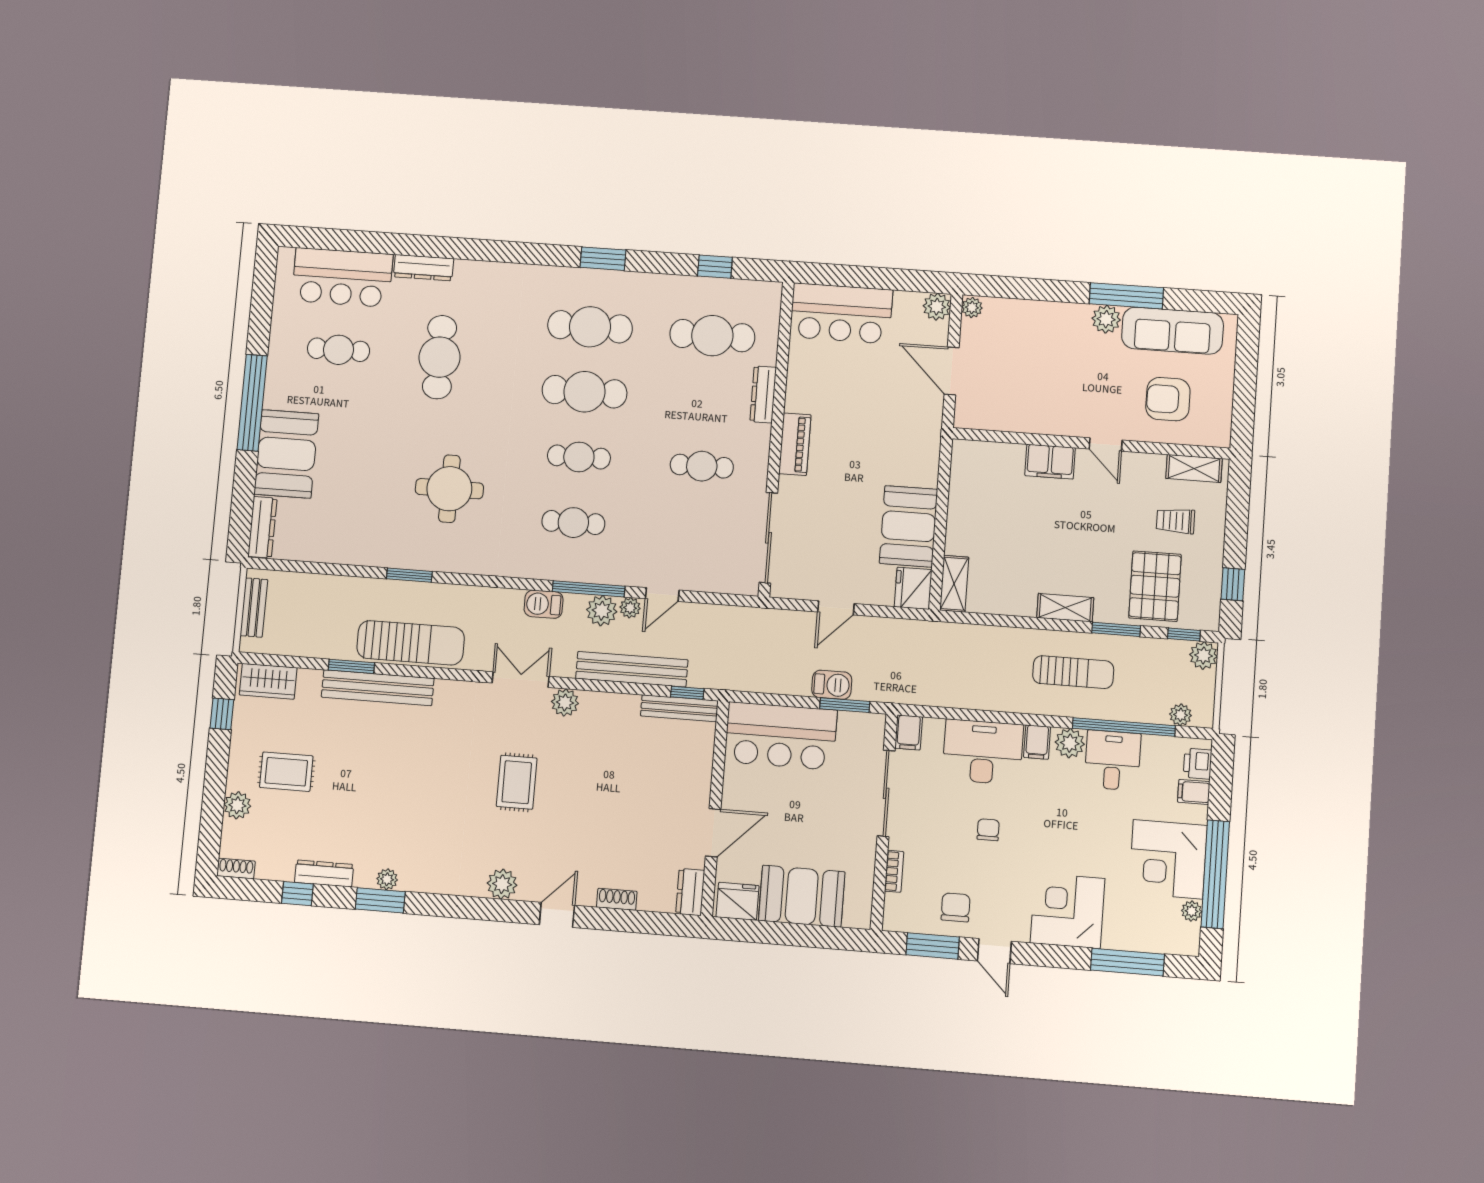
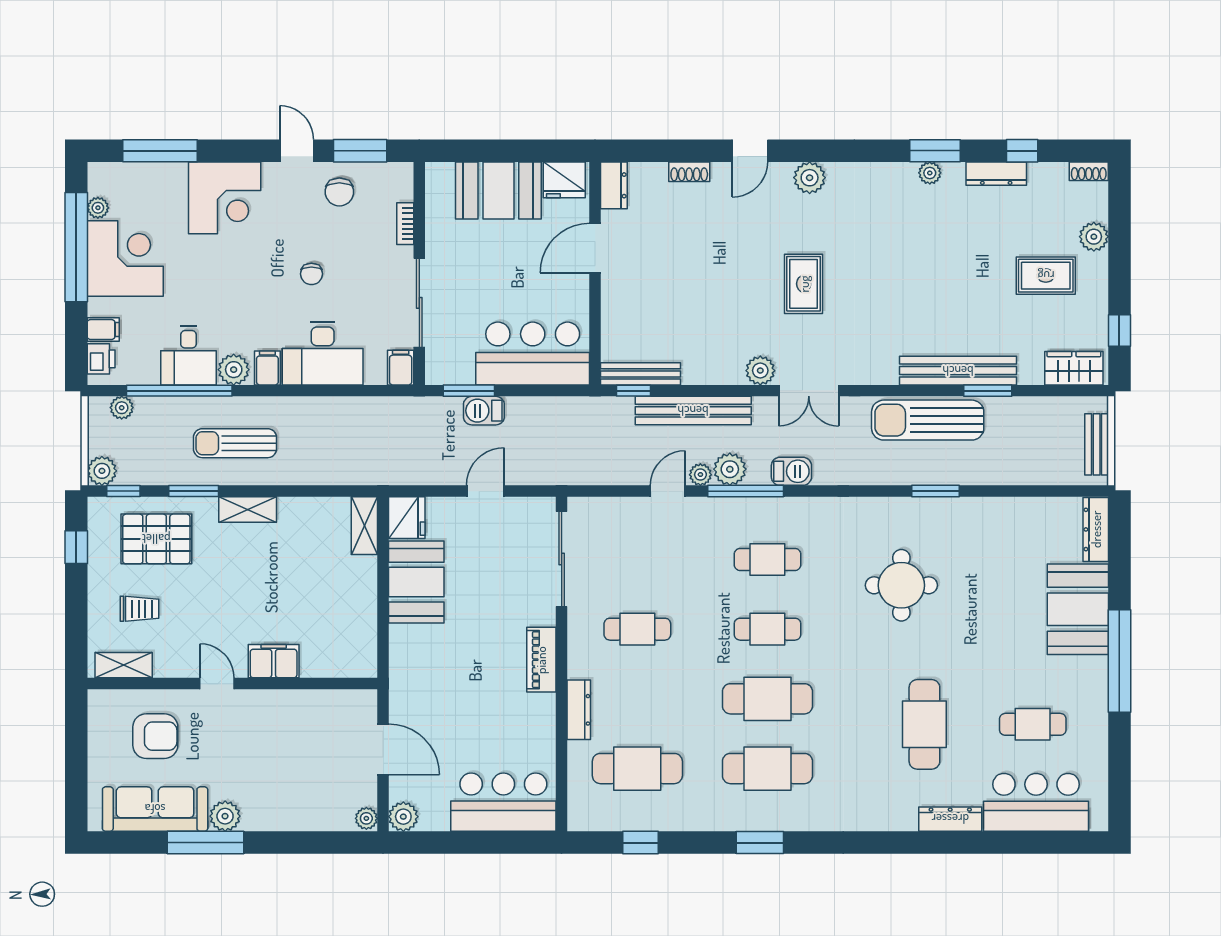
pallet: (1155, 586) -> (156, 539), turned 90

